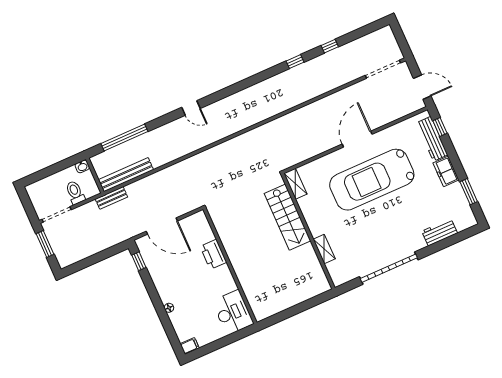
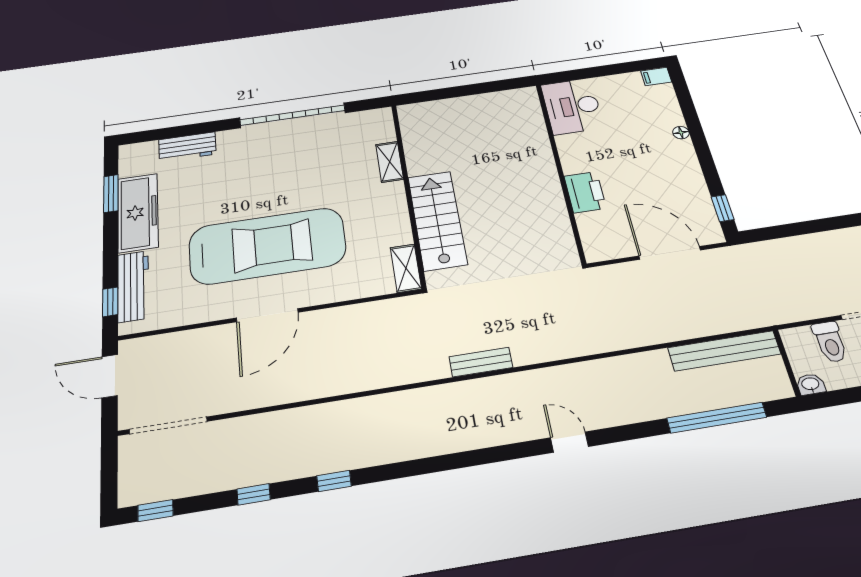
window: (372, 27) -> (155, 511), added
freezer: (446, 171) -> (138, 213), width x1.91, depth x1.26
bench: (111, 198) -> (481, 362), moved

